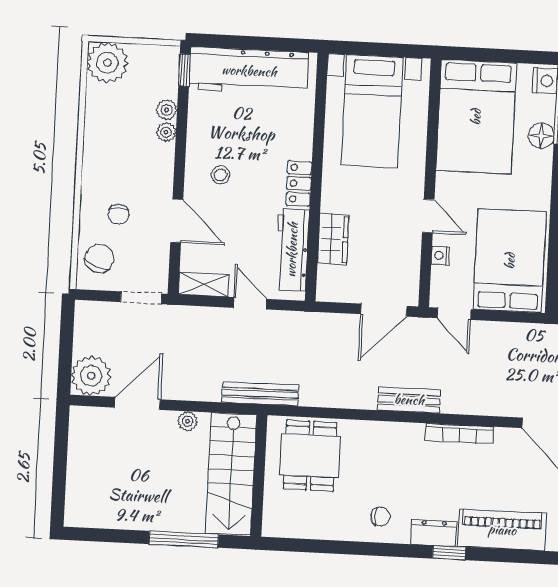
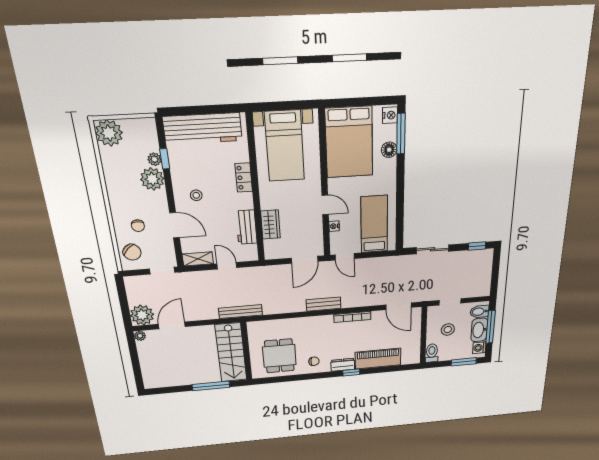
window: (184, 70) -> (165, 159), moved
plant: (166, 132) -> (152, 179), width x1.88, depth x1.88
locker: (299, 183) -> (244, 178), moved
workbench: (292, 250) -> (246, 227), width x0.73
chair: (99, 259) -> (132, 252), turned 116
bed: (510, 261) -> (374, 224), width x0.67
plant: (188, 421) -> (140, 336), moved
dining table: (310, 456) -> (279, 356), moved

